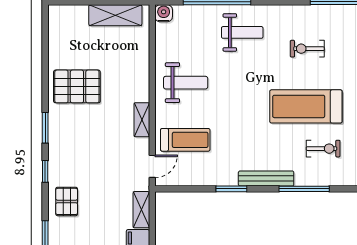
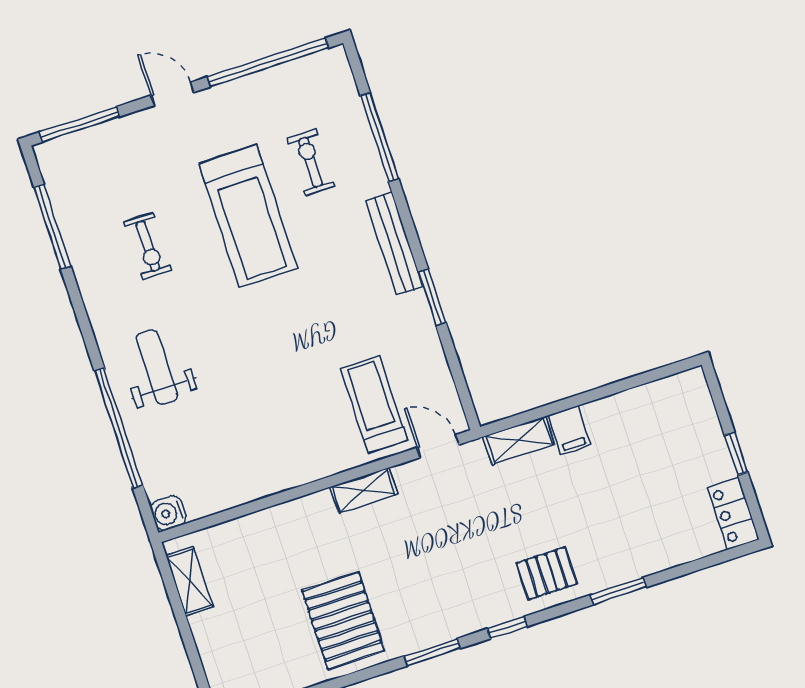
shelving: (115, 15) -> (189, 581), width x0.67, depth x0.75
weight bench: (186, 83) -> (275, 436), removed
window: (304, 189) -> (379, 137), moved

